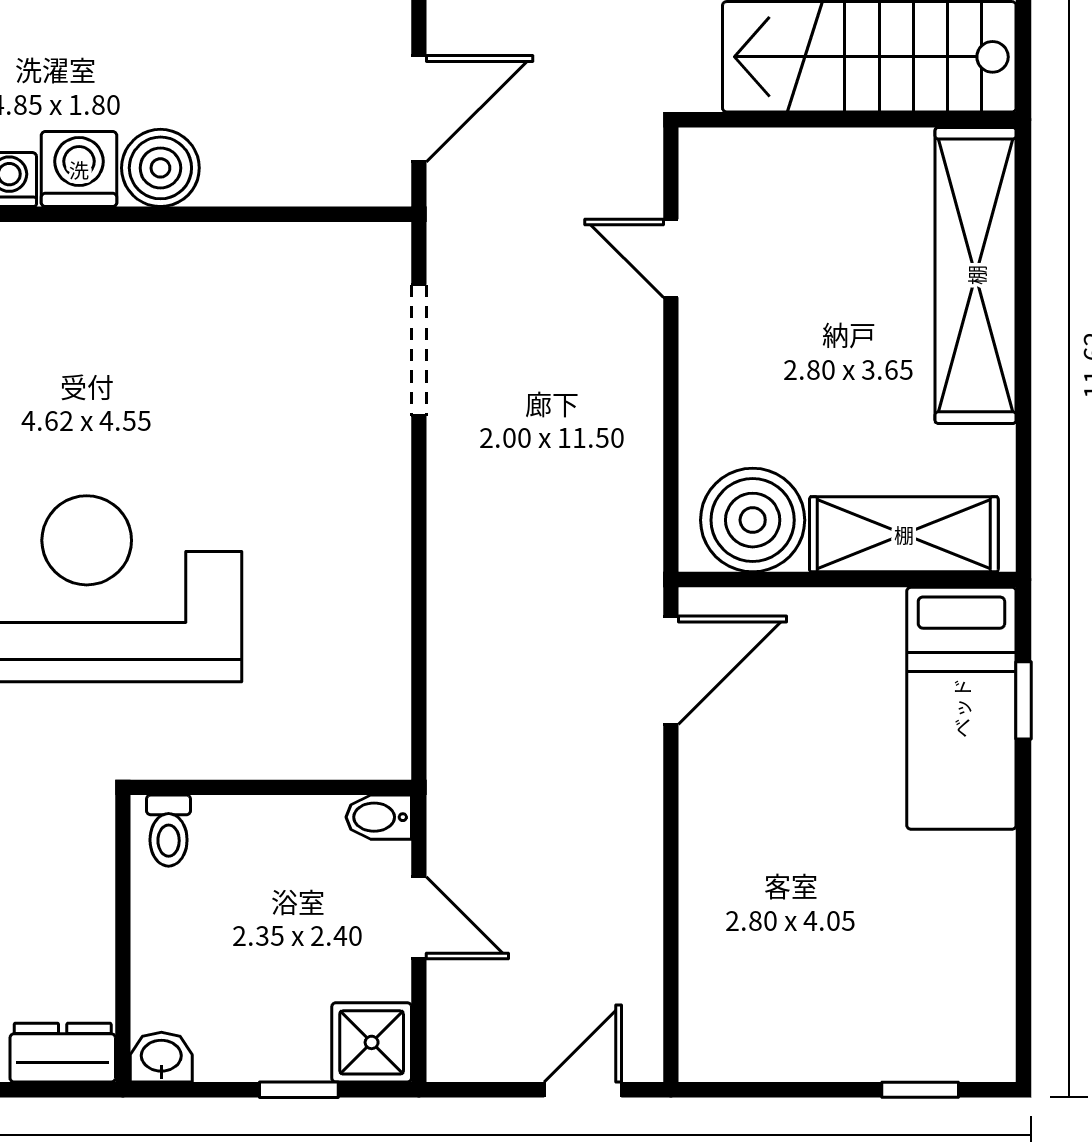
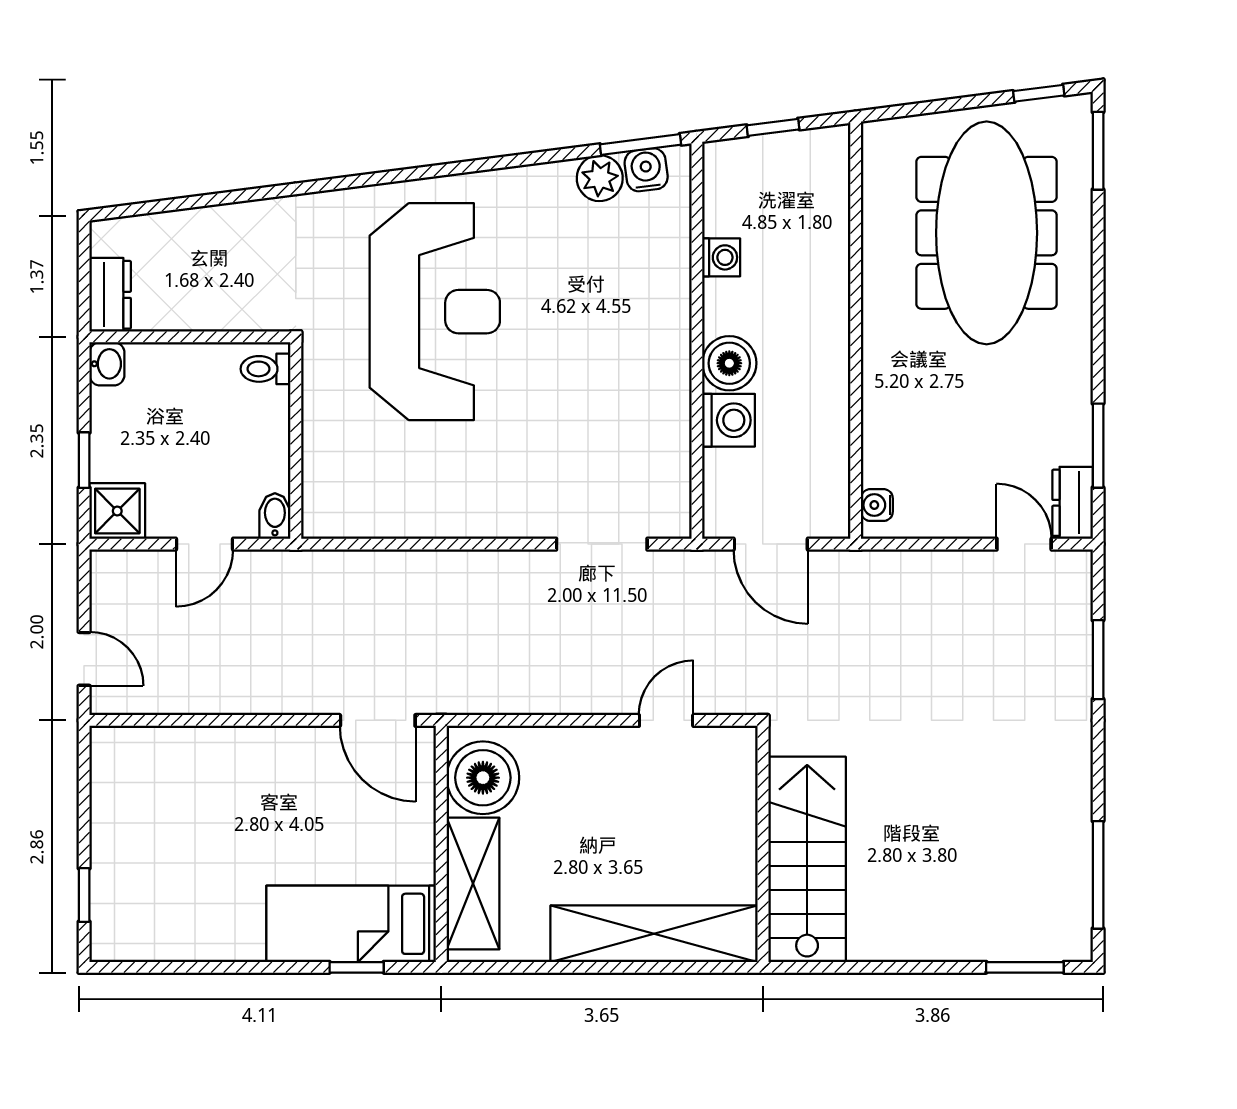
washing machine: (79, 169) -> (729, 420), moved

